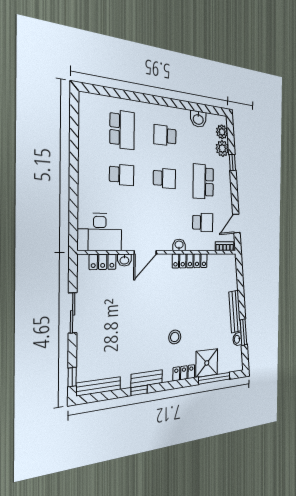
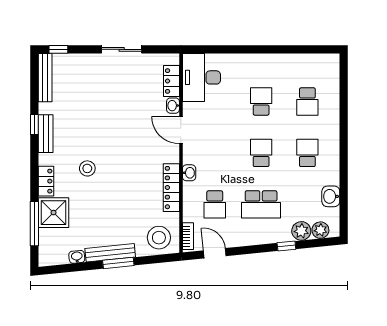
school desk: (122, 130) -> (307, 101), width x0.54
school desk: (122, 175) -> (261, 101), turned 180
school desk: (164, 178) -> (261, 153), turned 180
school desk: (203, 182) -> (261, 204), turned 180
stool: (225, 271) -> (159, 238), added
window: (243, 332) -> (118, 263), moved

